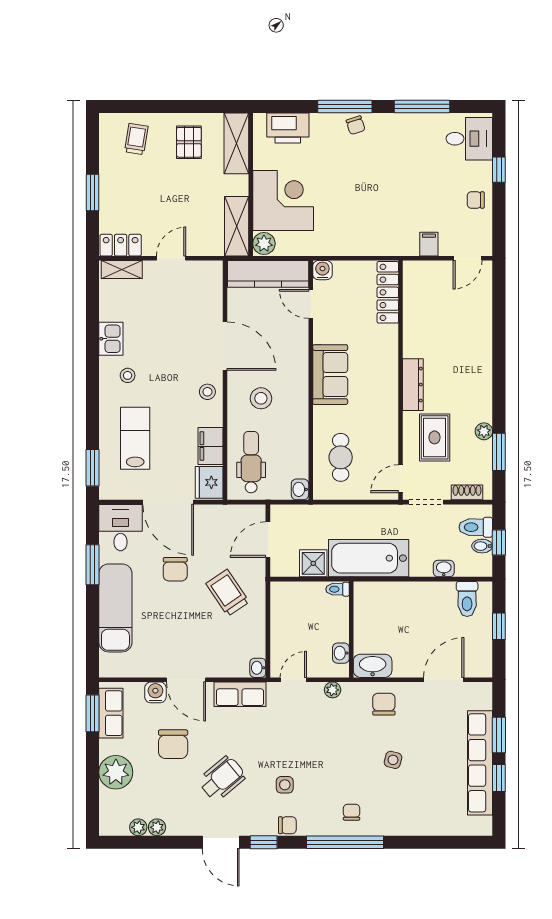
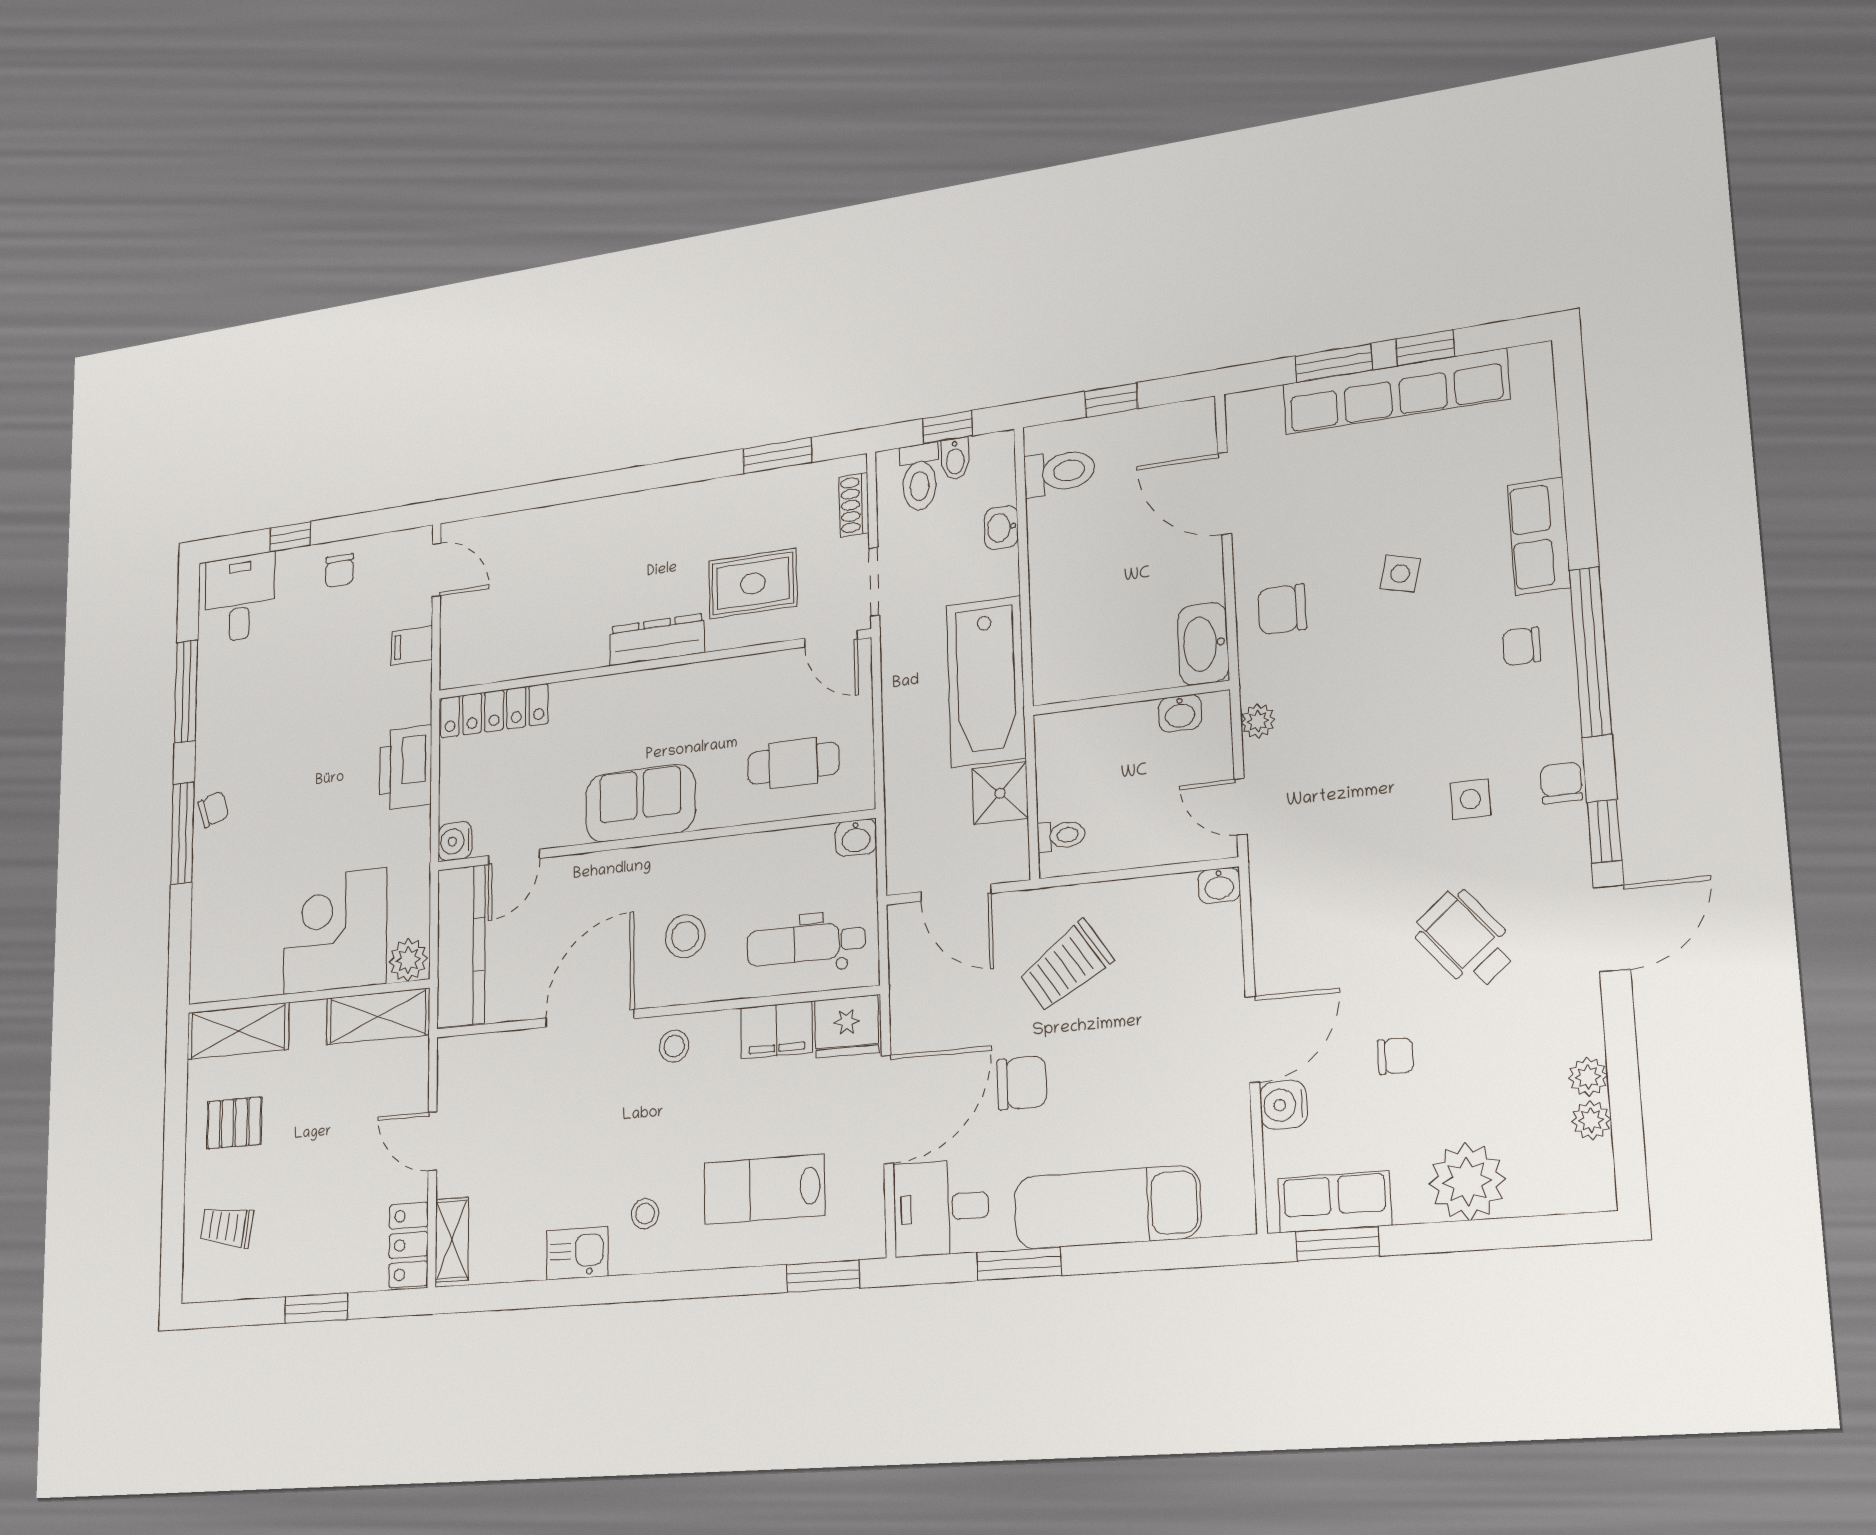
printer: (288, 128) -> (406, 768), moved, turned 180
plant: (484, 431) -> (740, 490), removed
toilet: (338, 589) -> (1061, 835), moved, turned -90
row of seats: (240, 694) -> (1539, 536), moved, turned 180
chair: (173, 744) -> (1396, 1056), width x0.54, depth x0.54

